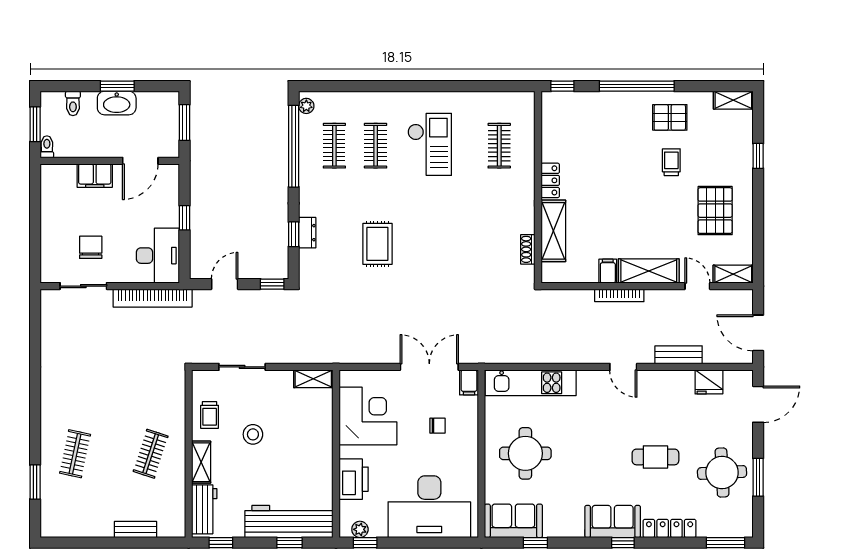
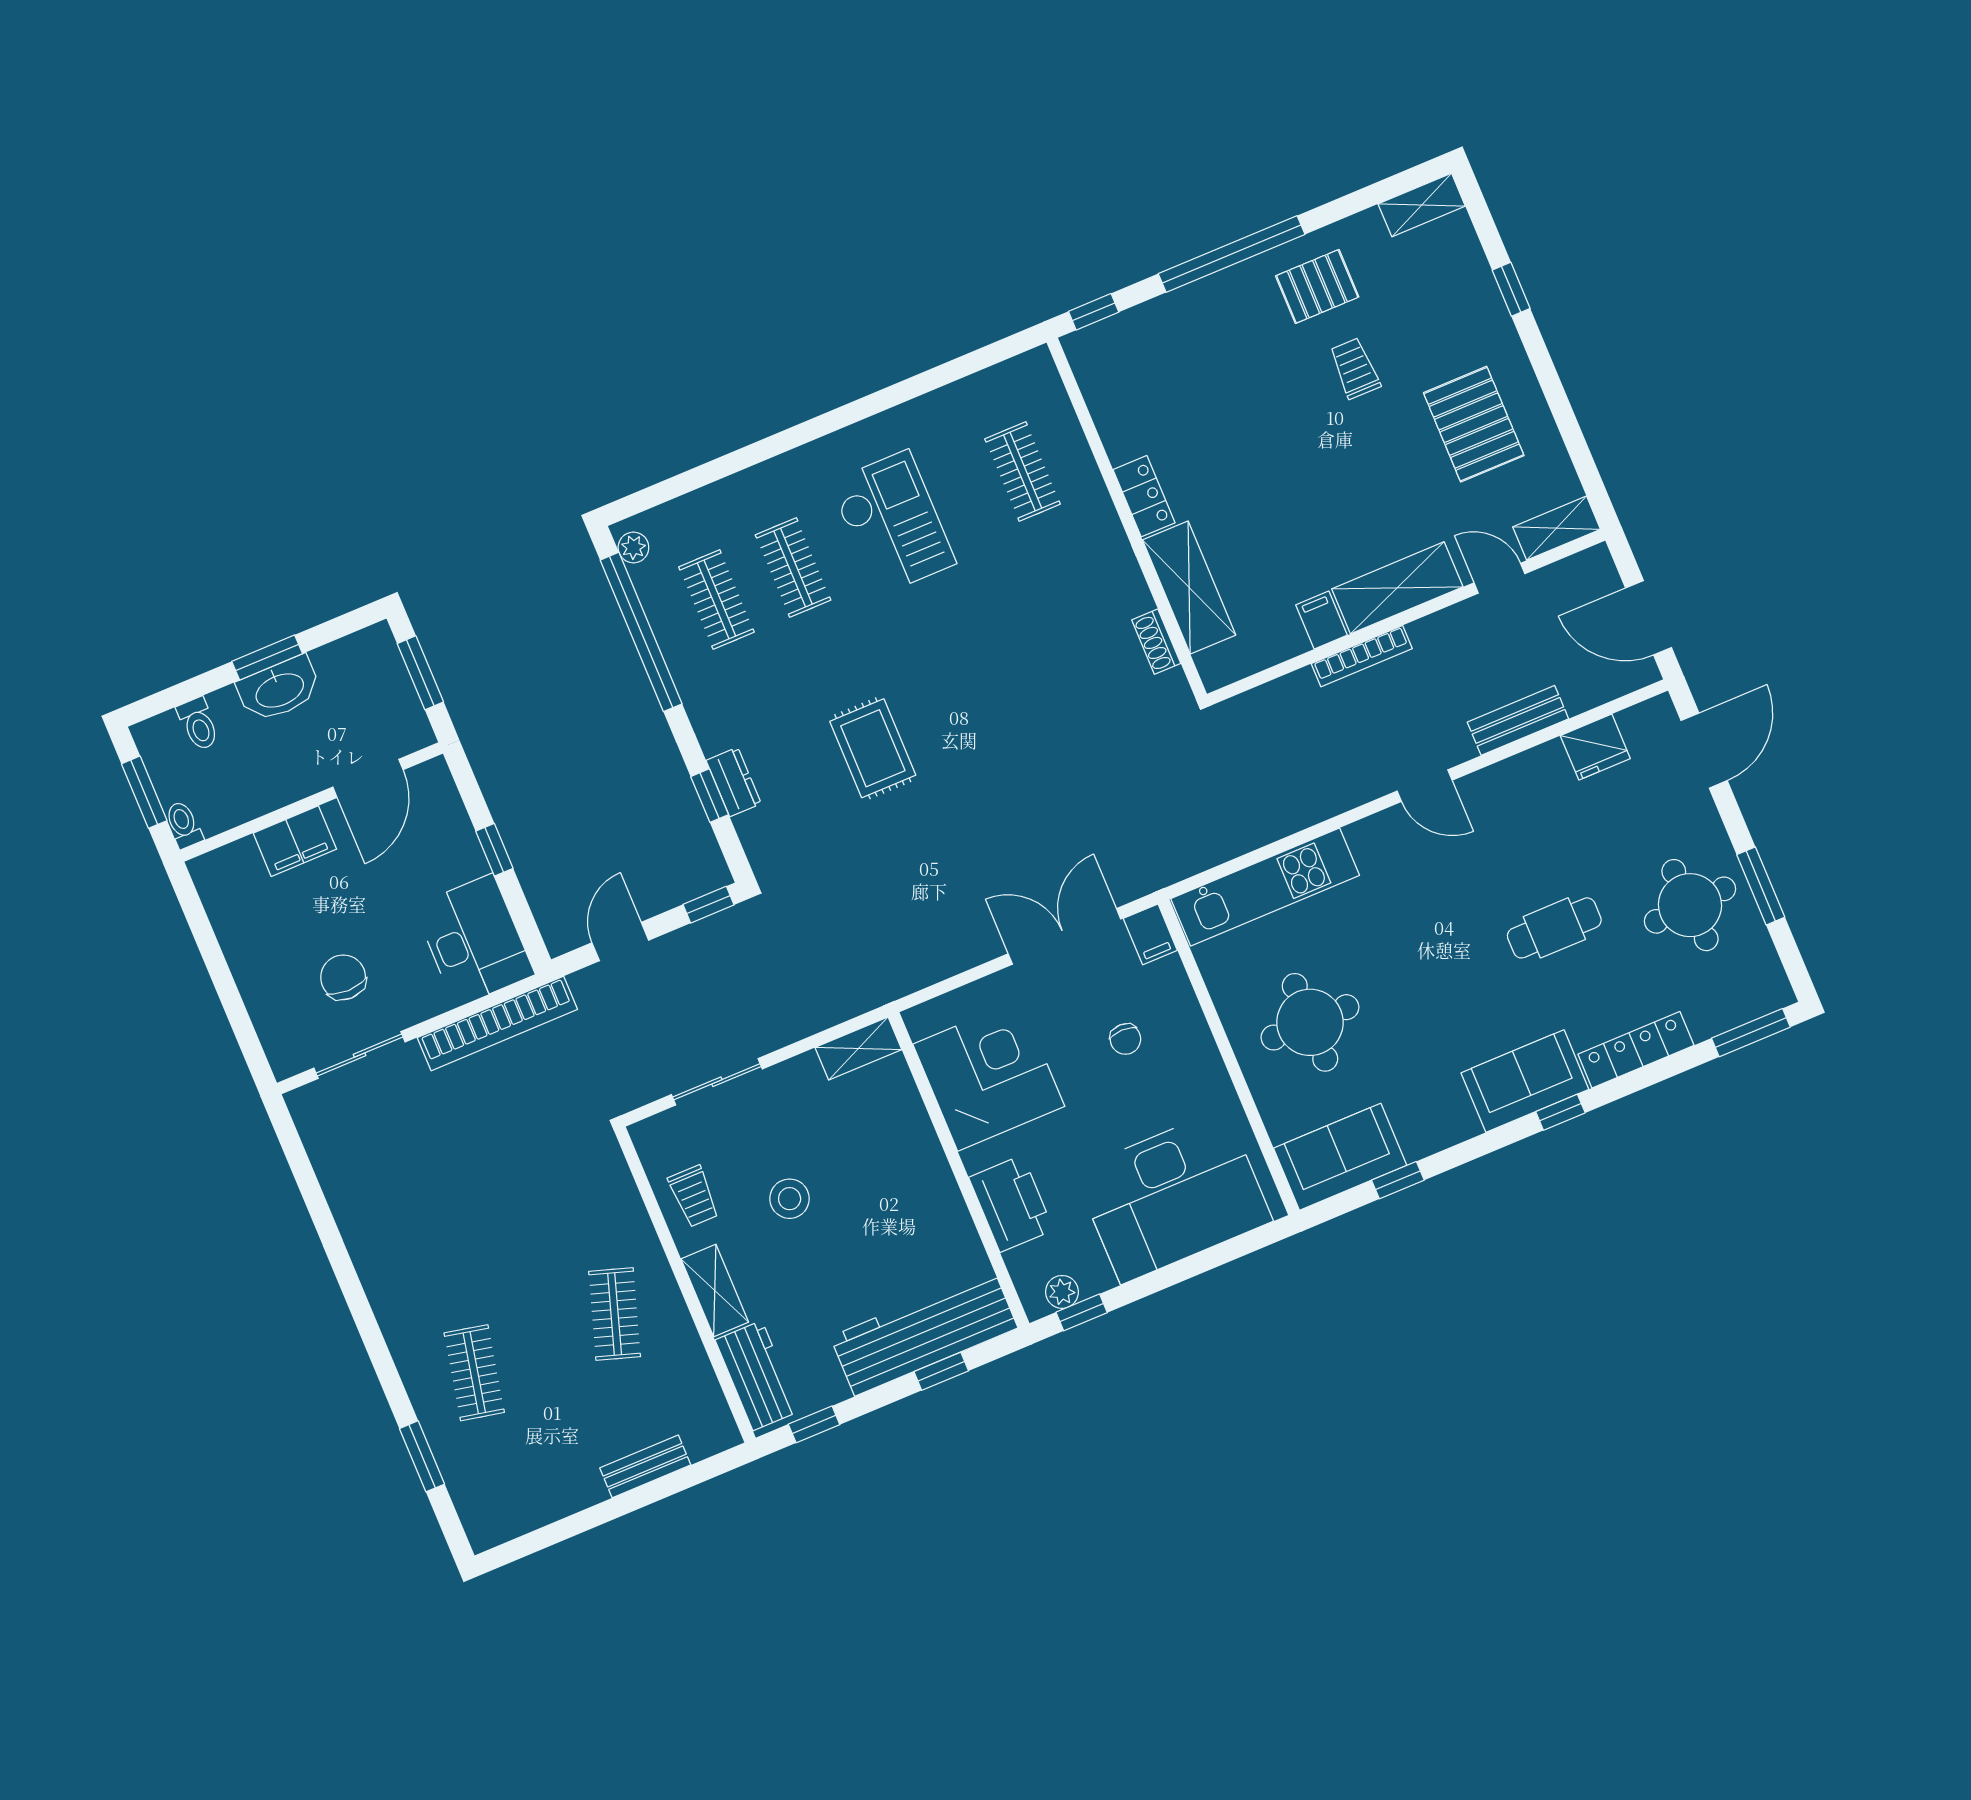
chair: (438, 426) -> (1125, 1039), turned 90

